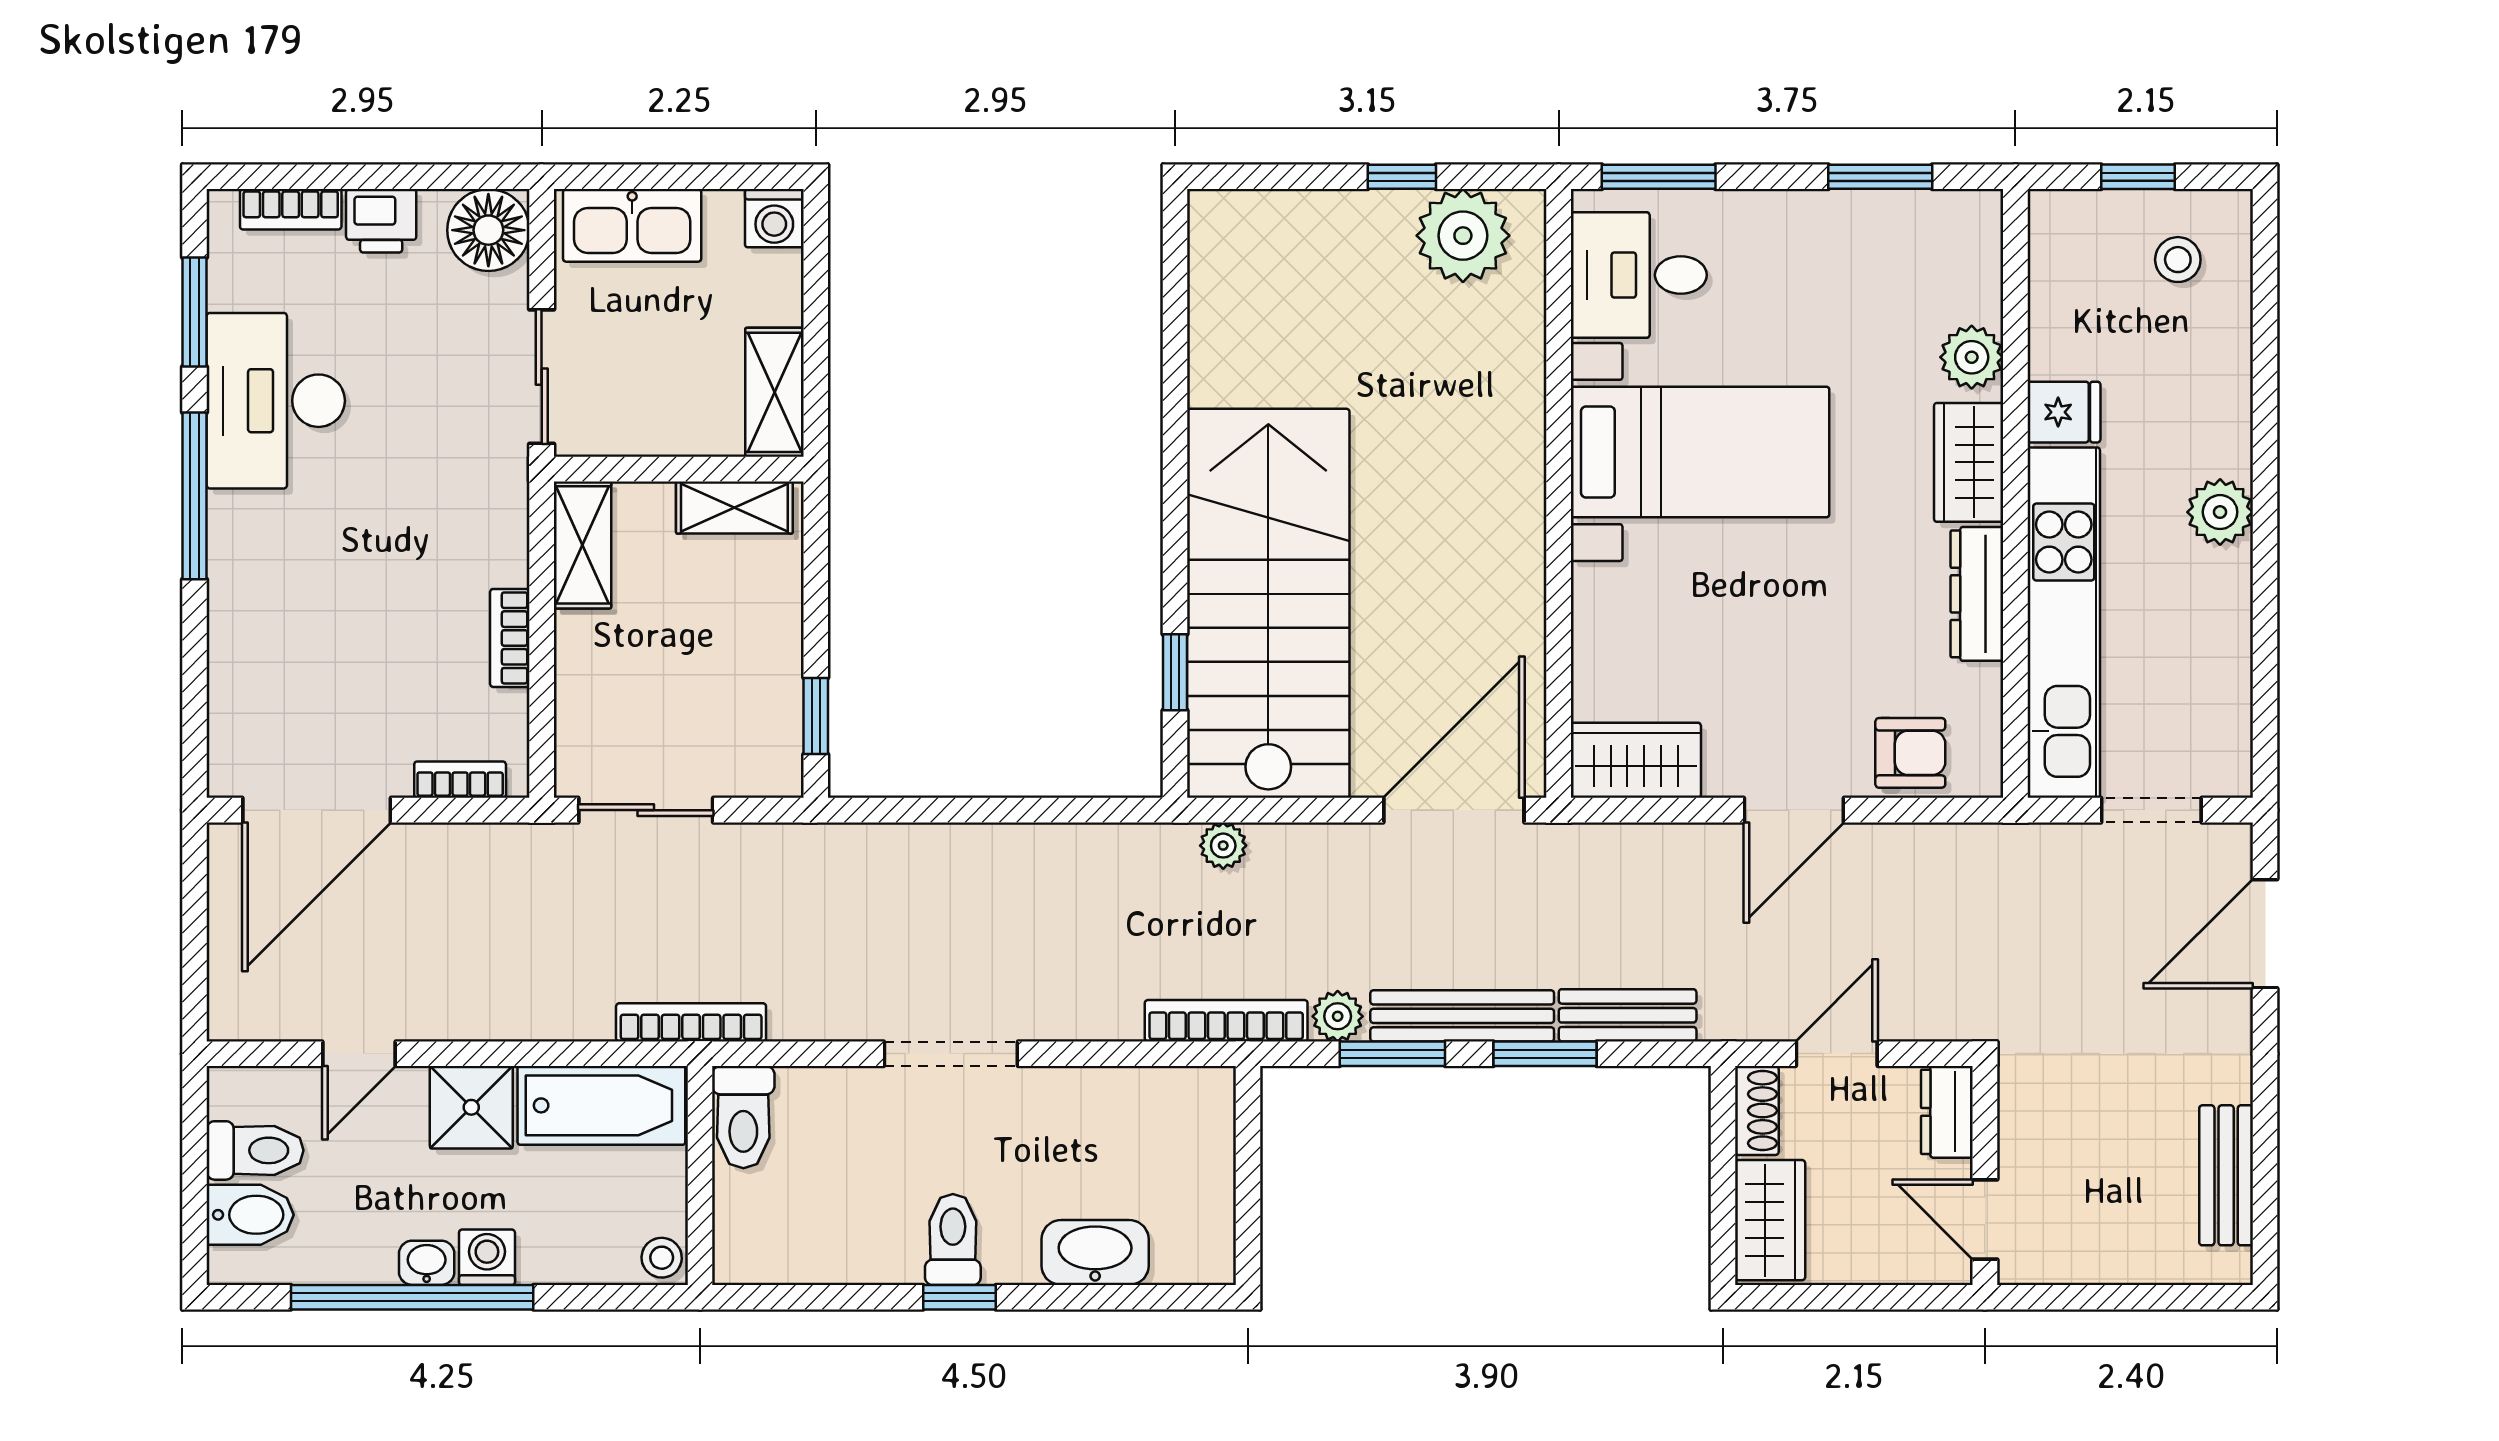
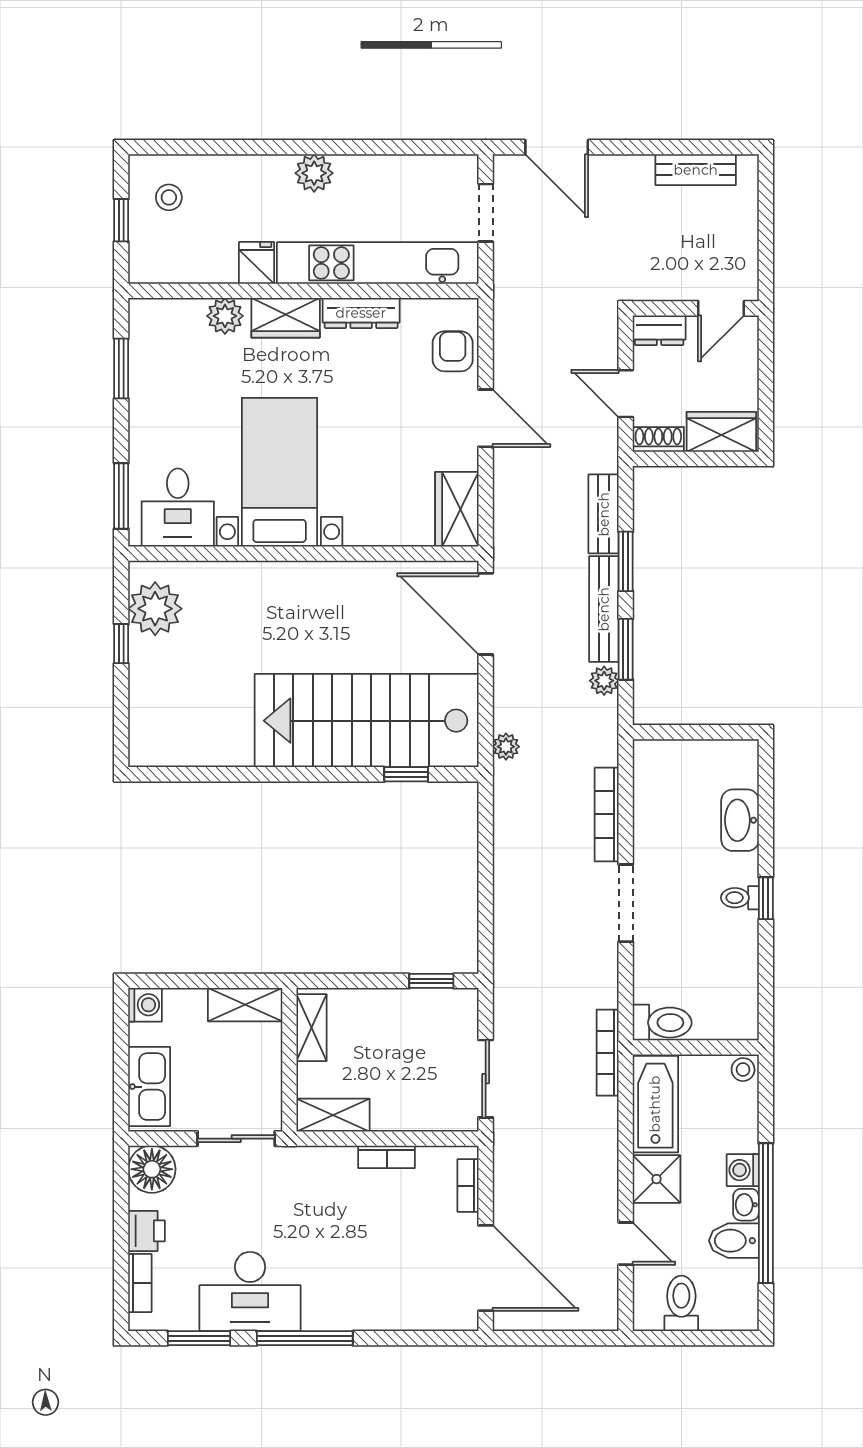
bookcase: (1226, 1021) -> (607, 814), moved
bidet: (250, 1215) -> (734, 1241), moved, turned -90
toilet: (953, 1239) -> (740, 898), width x0.73, depth x0.72

